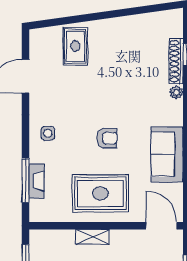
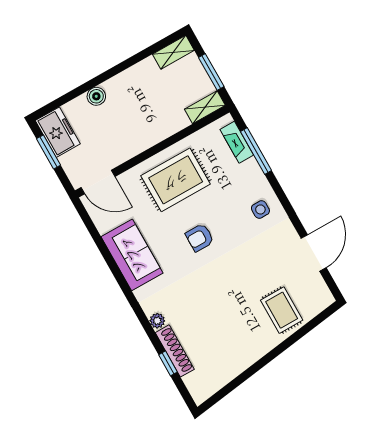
fireplace: (37, 181) -> (237, 142), moved
shelving: (93, 237) -> (205, 107), moved

